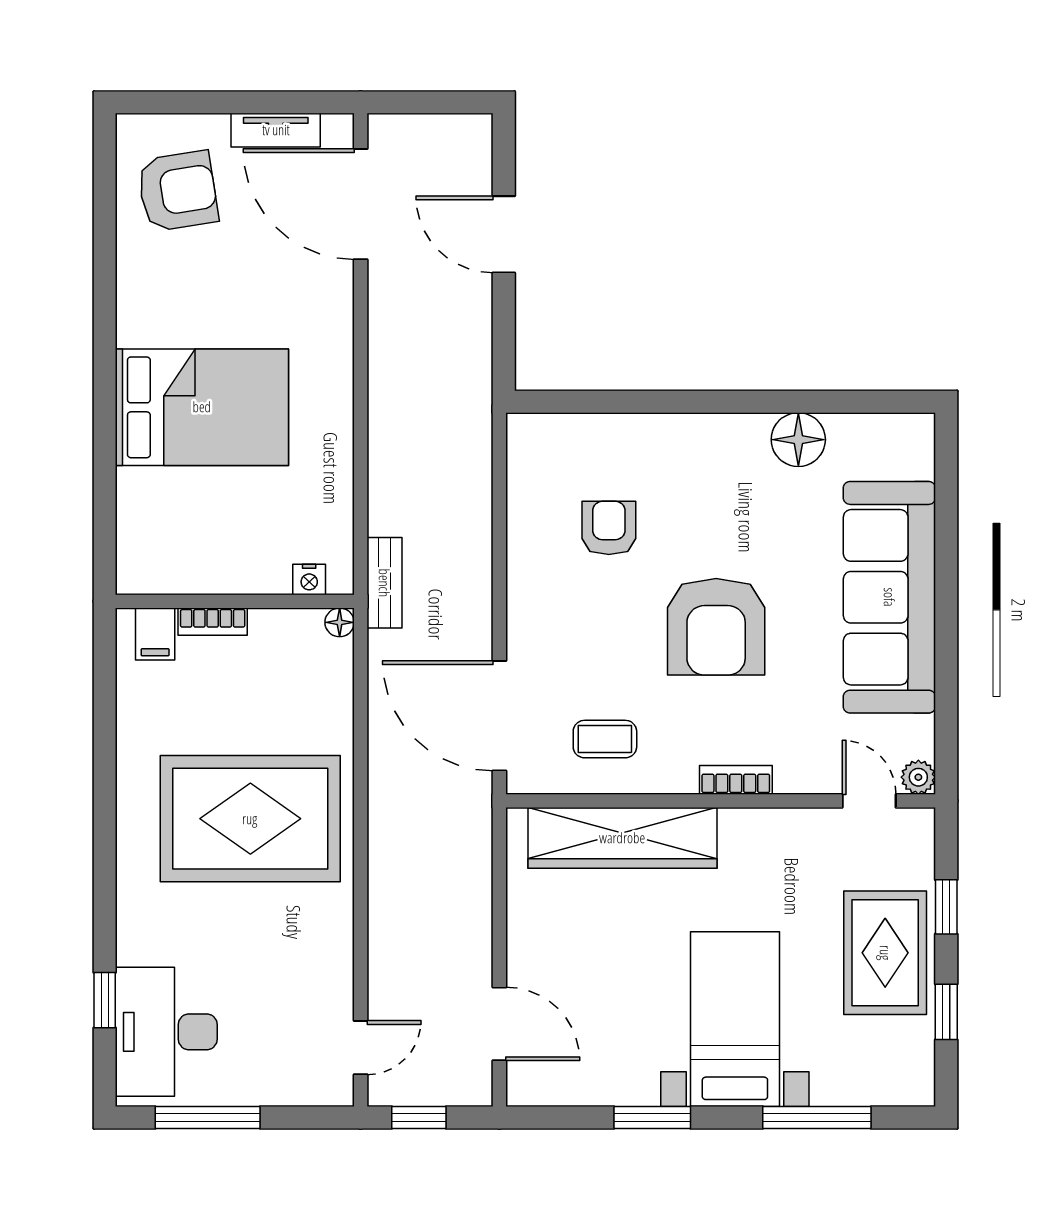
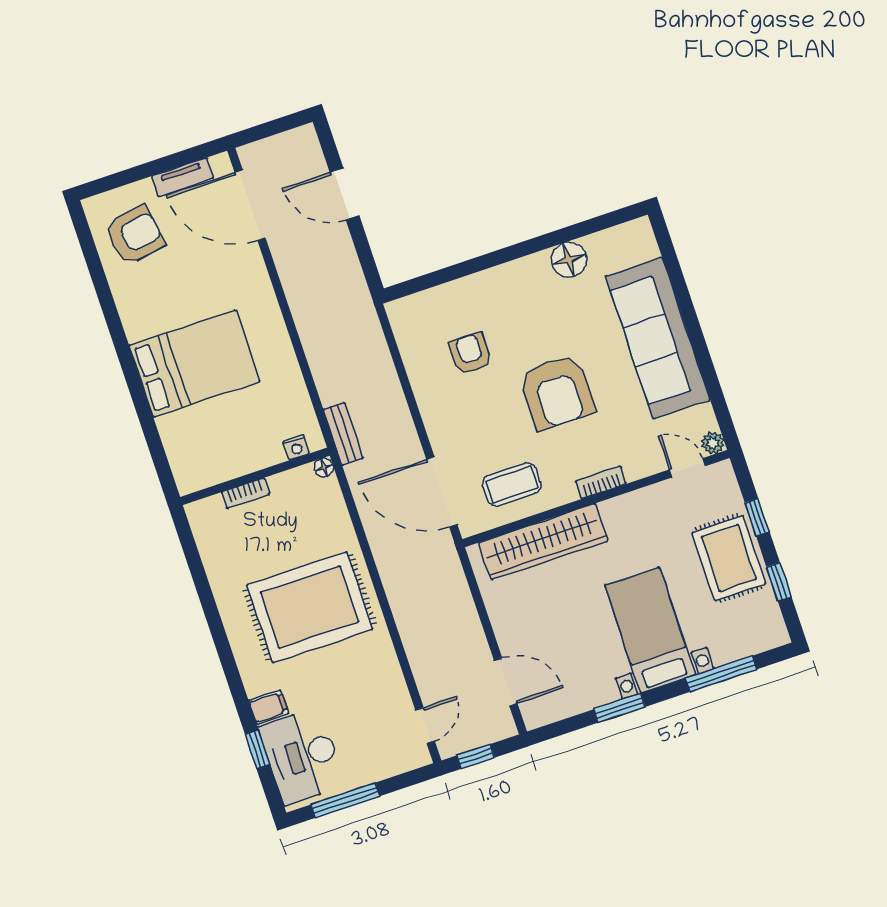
filing cabinet: (155, 634) -> (269, 707), moved, turned -90
coffee table: (605, 739) -> (512, 484), width x1.36, depth x1.30

